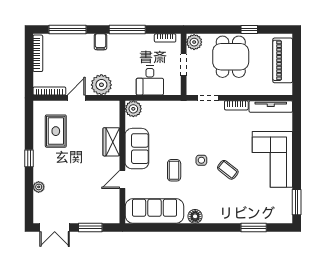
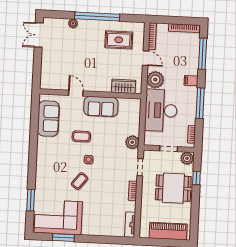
window: (249, 30) -> (196, 178), moved
desk: (150, 81) -> (161, 110), width x1.87, depth x1.30
tv unit: (271, 107) -> (130, 225), width x0.71
plant: (133, 109) -> (132, 142), moved
wardrobe: (111, 142) -> (123, 86), moved
window: (29, 158) -> (97, 16), width x3.17
corner sofa: (272, 159) -> (58, 217), moved
window: (297, 202) -> (63, 238), moved
sofa: (154, 211) -> (48, 119), width x0.73
floor lamp: (195, 216) -> (42, 152), removed
window: (90, 227) -> (37, 65), removed

